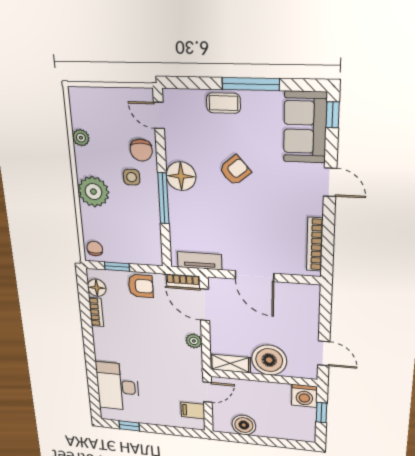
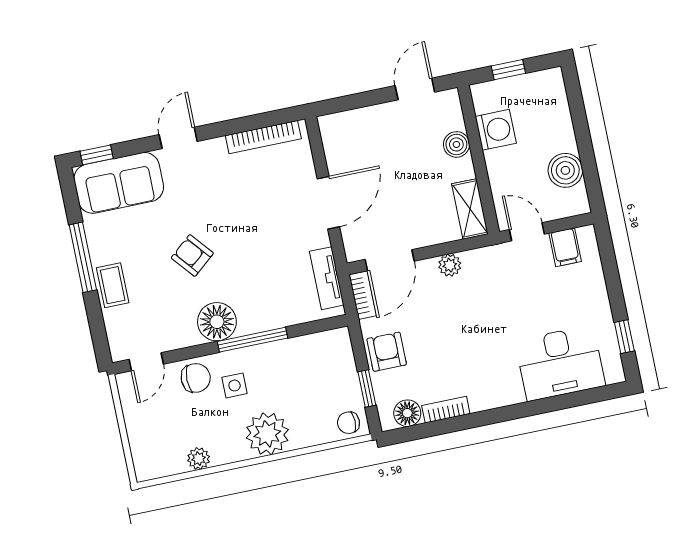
boiler: (269, 360) -> (456, 144), width x0.54, depth x0.54
washing machine: (304, 396) -> (496, 130), moved

